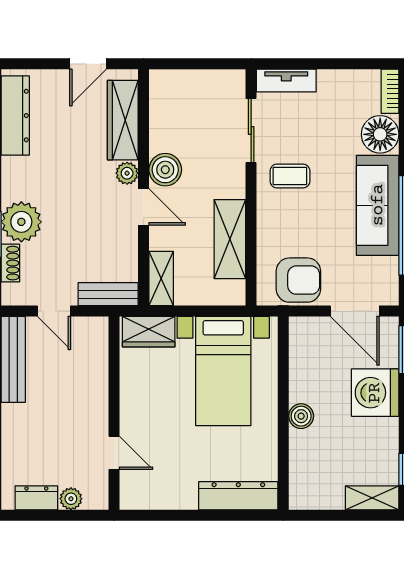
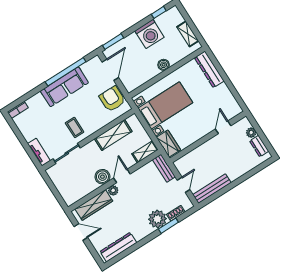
floor lamp: (380, 134) -> (37, 103), removed
washing machine: (375, 393) -> (149, 34), moved
shelving: (372, 498) -> (188, 34), moved

